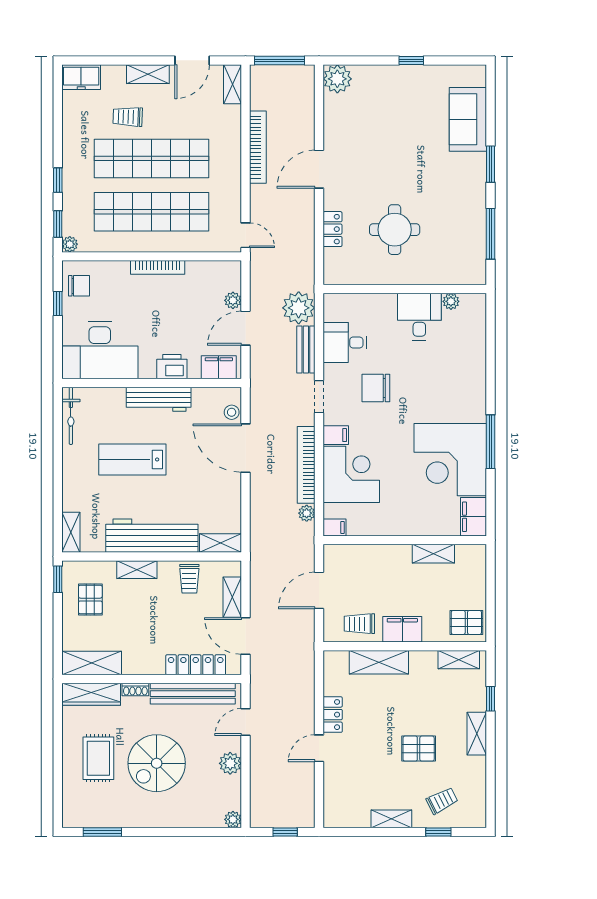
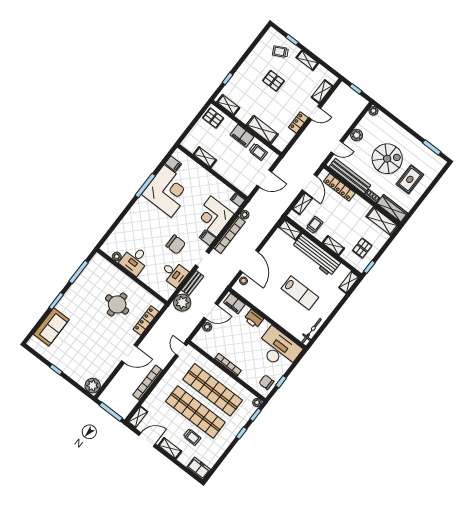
locker: (332, 229) -> (146, 320), width x1.53
workbench: (159, 399) -> (270, 309), removed
filing cabinet: (473, 517) -> (173, 164), width x0.50
shelving: (477, 734) -> (322, 92), moved

